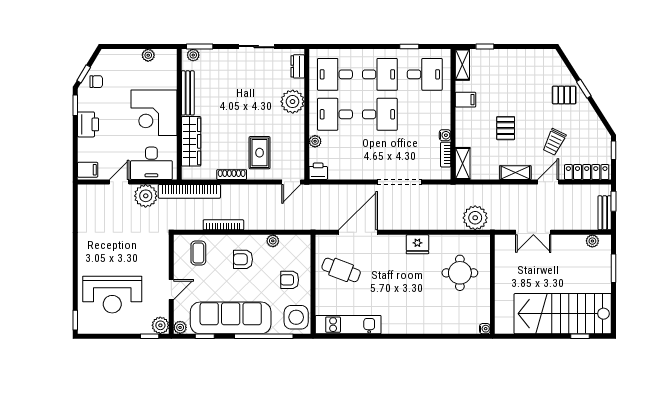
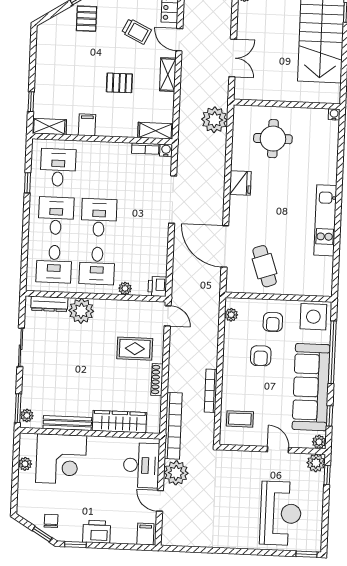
dresser: (298, 66) -> (49, 304), width x1.44
corner desk: (154, 113) -> (61, 459), moved
water cooler: (445, 135) -> (166, 150), moved
plant: (273, 241) -> (231, 315), moved
armchair: (243, 259) -> (261, 356), moved
cafe table: (341, 270) -> (265, 266), turned -40
kitchen unit: (348, 325) -> (325, 220), moved

